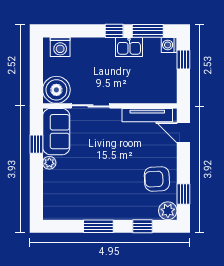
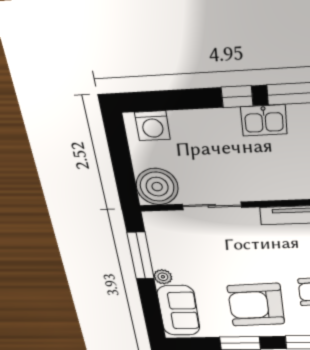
sofa: (56, 132) -> (179, 311), moved
window: (36, 144) -> (141, 256), width x2.17
armchair: (113, 190) -> (256, 305), added

